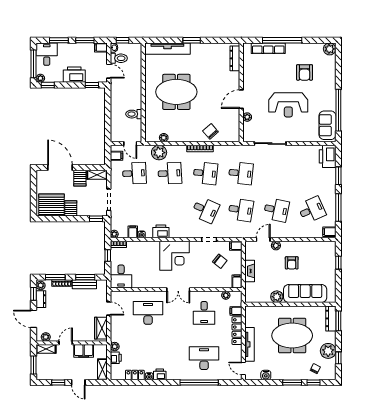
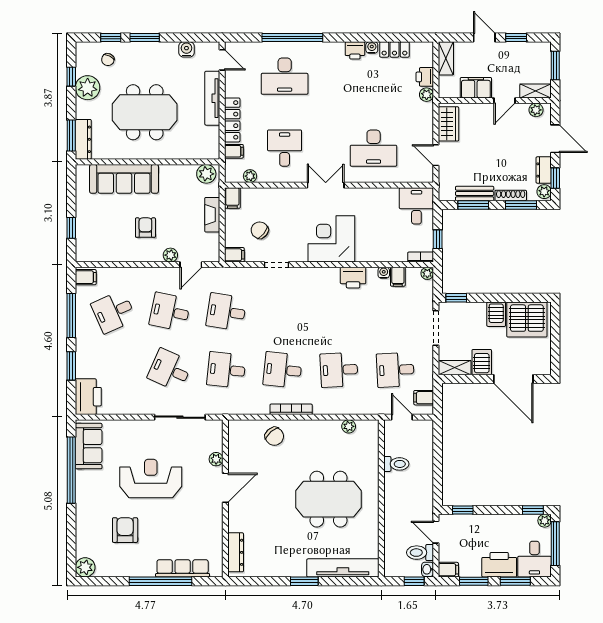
printer: (74, 75) -> (499, 565), moved, turned 180
plant: (159, 153) -> (356, 403), removed
desk: (205, 210) -> (170, 370), moved
plant: (277, 297) -> (206, 174), moved

